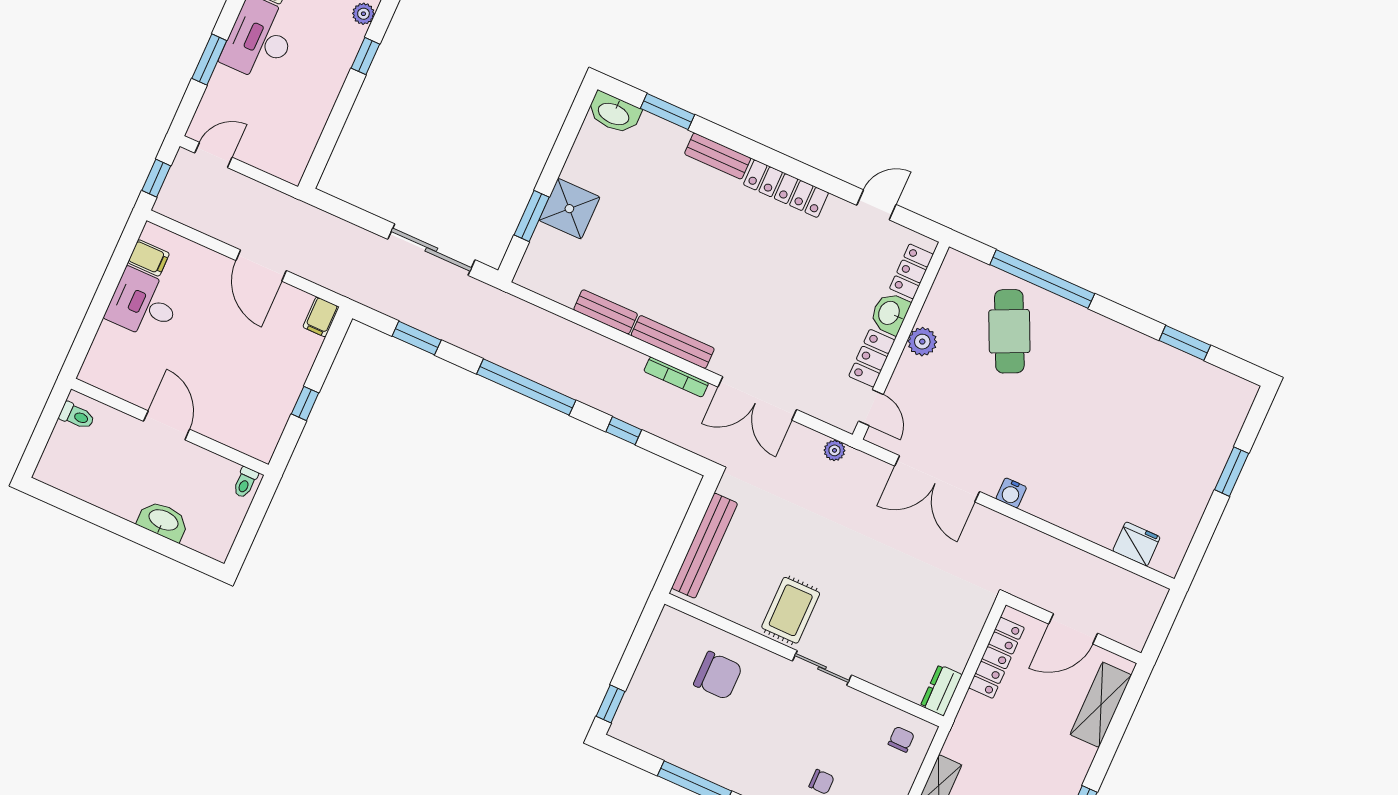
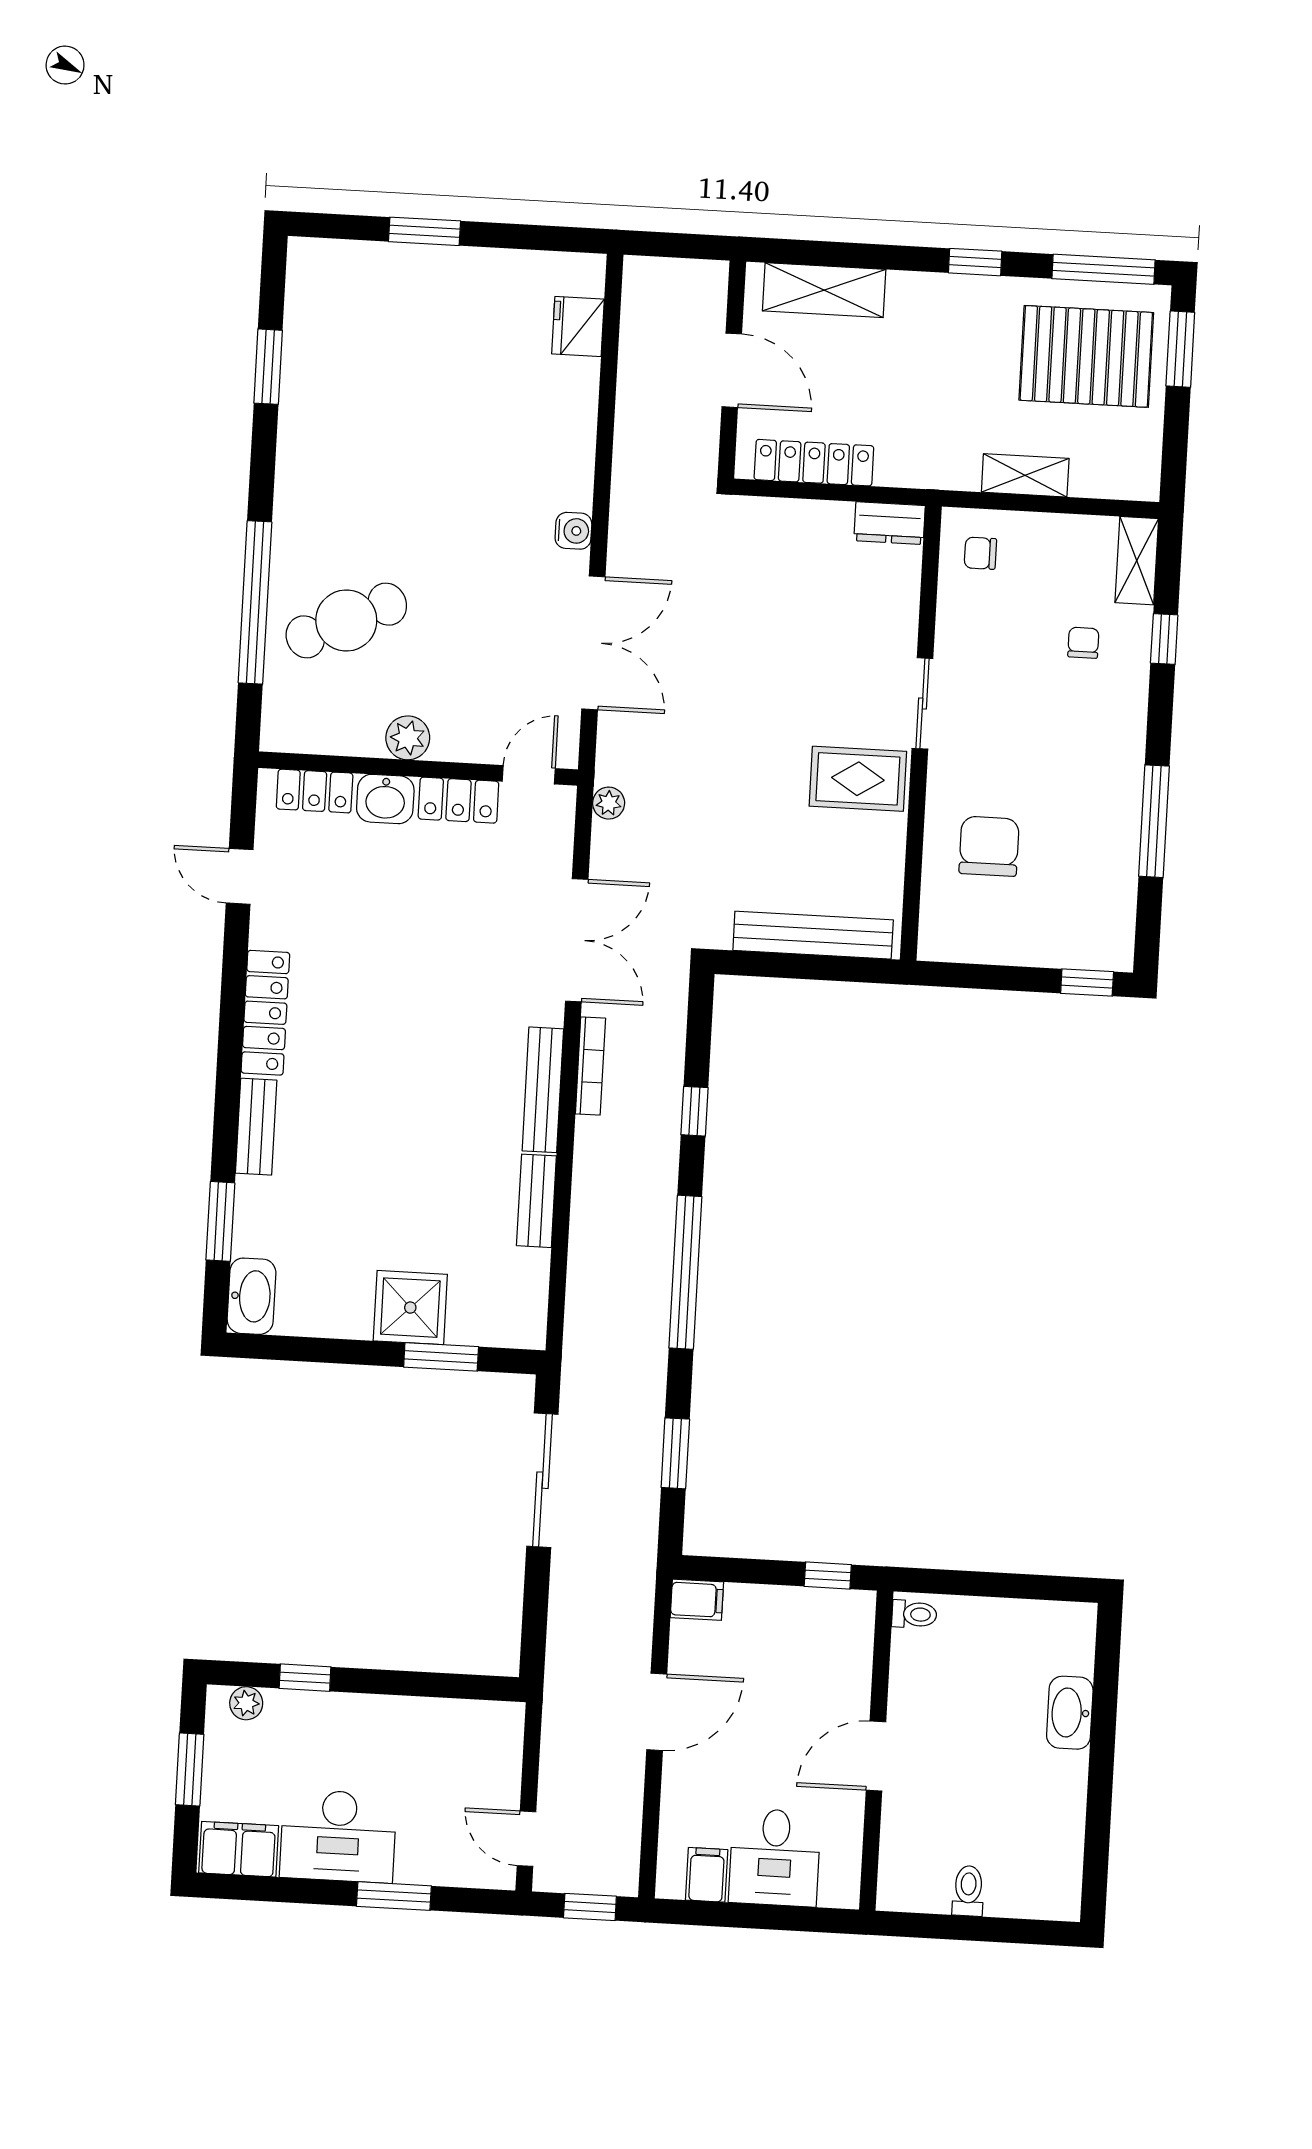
door: (167, 425) -> (876, 1756), moved
wall: (170, 427) -> (876, 1751), moved
toilet: (245, 483) -> (914, 1614), moved

